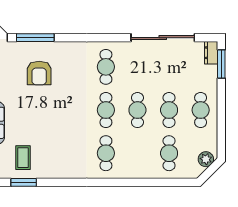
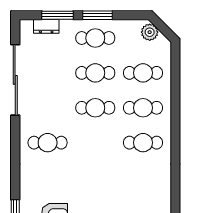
dresser: (211, 53) -> (46, 26), moved
window: (221, 64) -> (58, 15), moved
cafe table: (106, 110) -> (143, 108), moved
window: (221, 112) -> (97, 15), added

